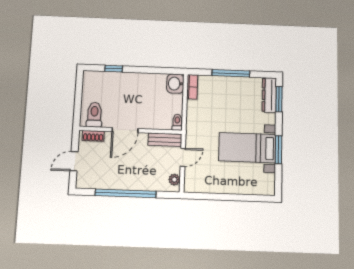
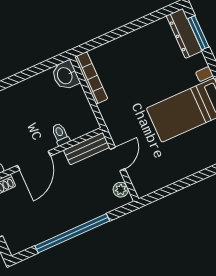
window: (231, 73) -> (126, 30), removed
bookcase: (192, 87) -> (91, 78), width x1.56
toilet: (177, 122) -> (60, 134), moved

